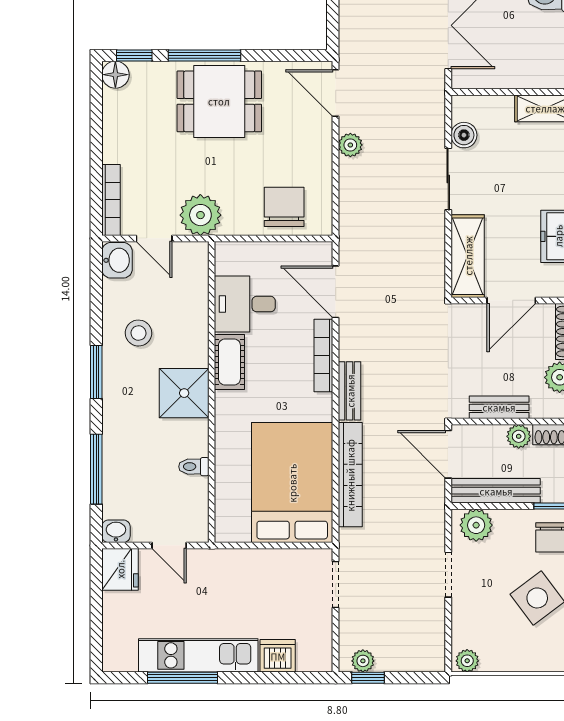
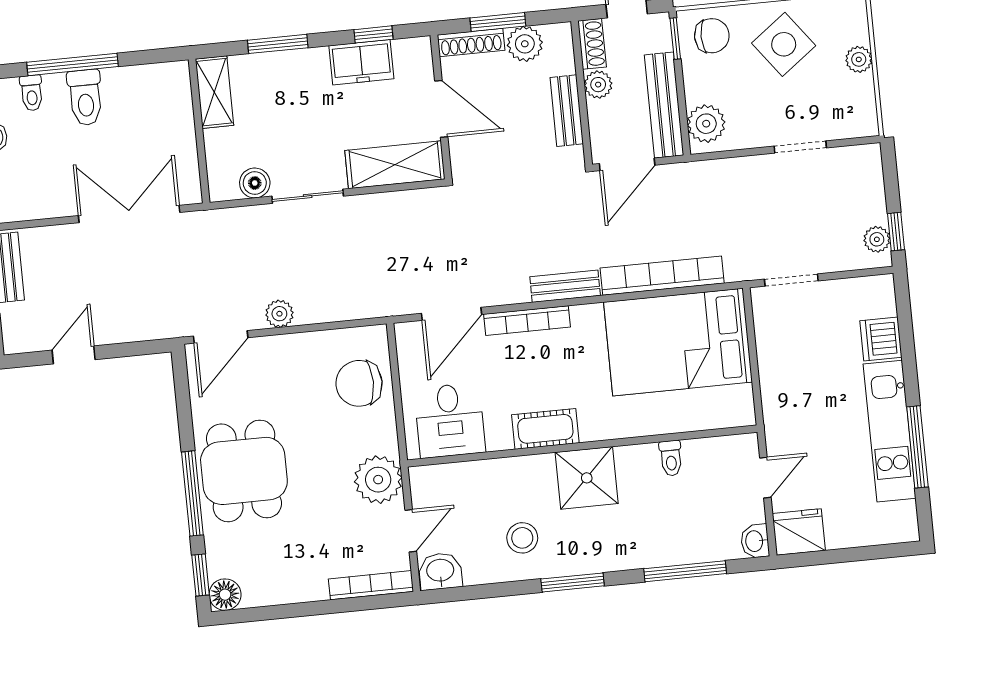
desk: (245, 304) -> (450, 420), moved
doorway: (448, 575) -> (800, 147), moved
plant: (467, 661) -> (859, 59), moved

